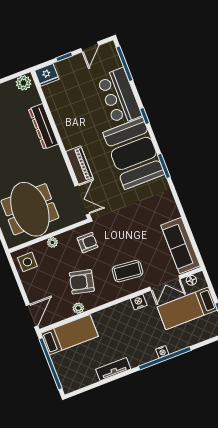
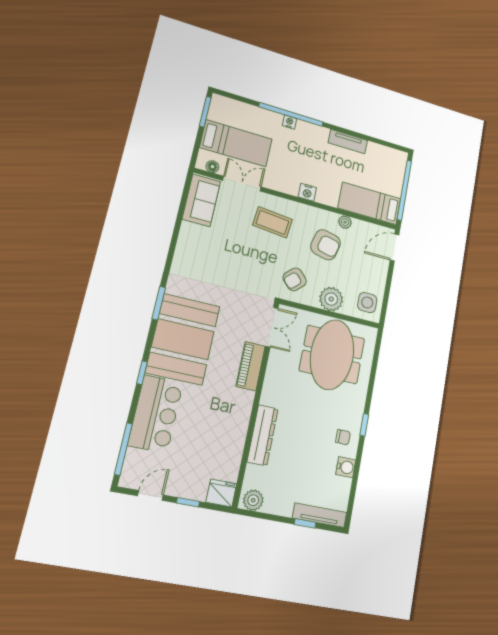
double door: (82, 200) -> (272, 327), swing flipped
plant: (52, 242) -> (331, 299), width x1.87, depth x1.87
armchair: (88, 243) -> (295, 279), turned -44
sofa: (180, 246) -> (201, 200), width x0.73
nightstand: (139, 302) -> (307, 192), moved

